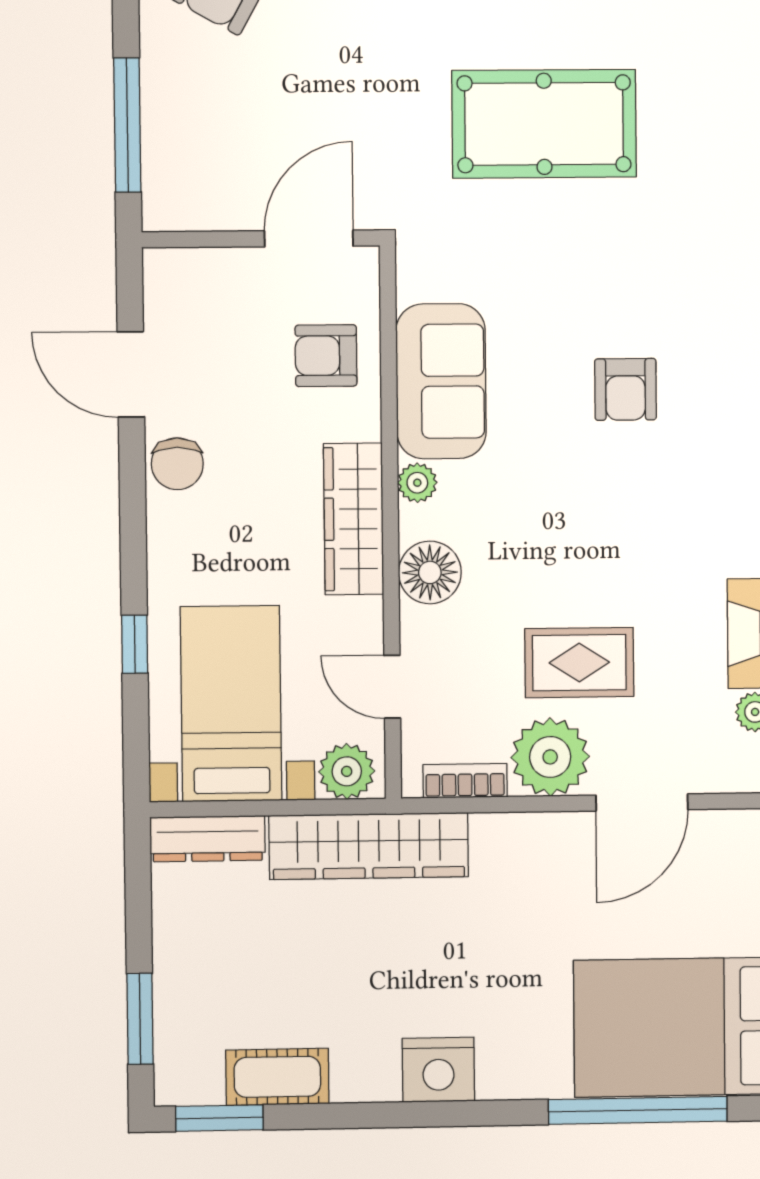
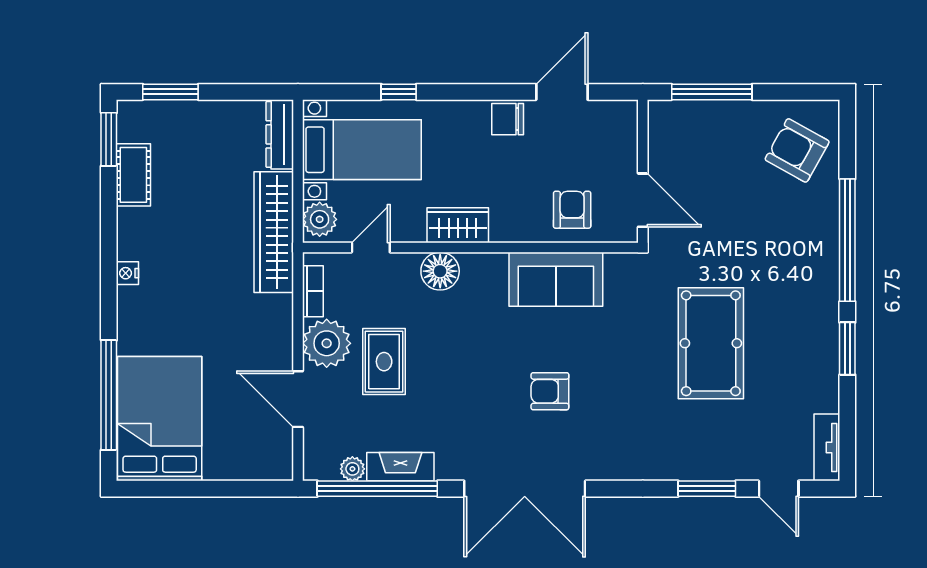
plant: (417, 483) -> (495, 264), removed
wardrobe: (354, 519) -> (458, 225), width x0.67
nightstand: (438, 1070) -> (127, 273), width x0.53, depth x0.56

